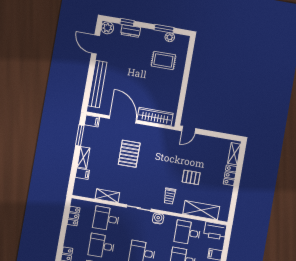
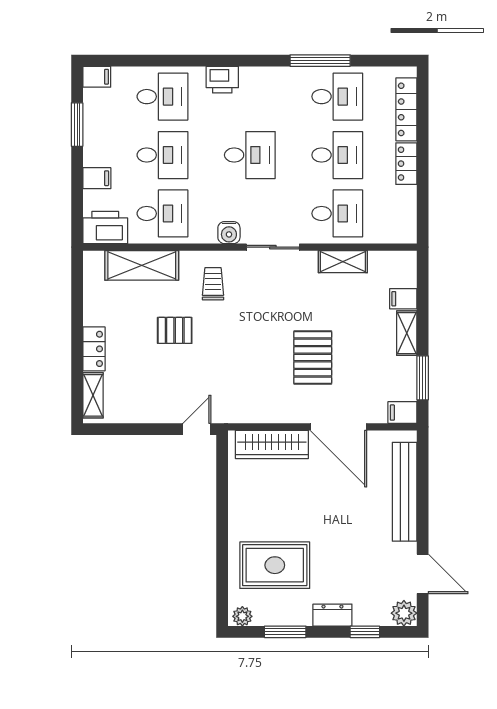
dresser: (131, 31) -> (332, 615), moved
plant: (170, 37) -> (242, 616), moved
rug: (163, 60) -> (275, 565), width x1.36, depth x1.43
locker: (74, 216) -> (406, 164), moved

